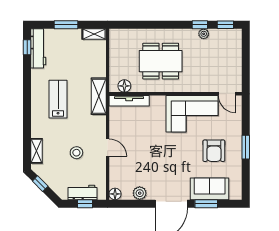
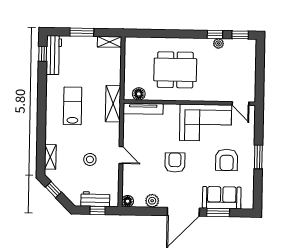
armchair: (162, 154) -> (175, 162), added

